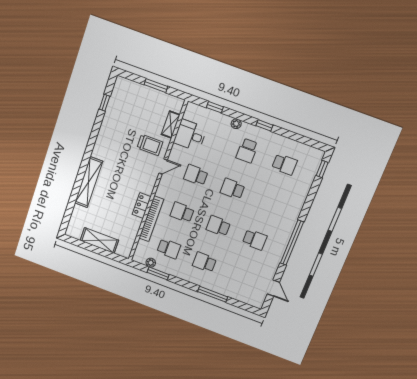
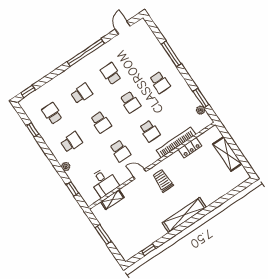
window: (264, 125) -> (33, 130), moved
trolley: (150, 145) -> (163, 181), moved
shelving: (89, 182) -> (184, 215), moved
locker: (142, 206) -> (190, 148), moved
school desk: (169, 249) -> (82, 94), moved, turned 90

